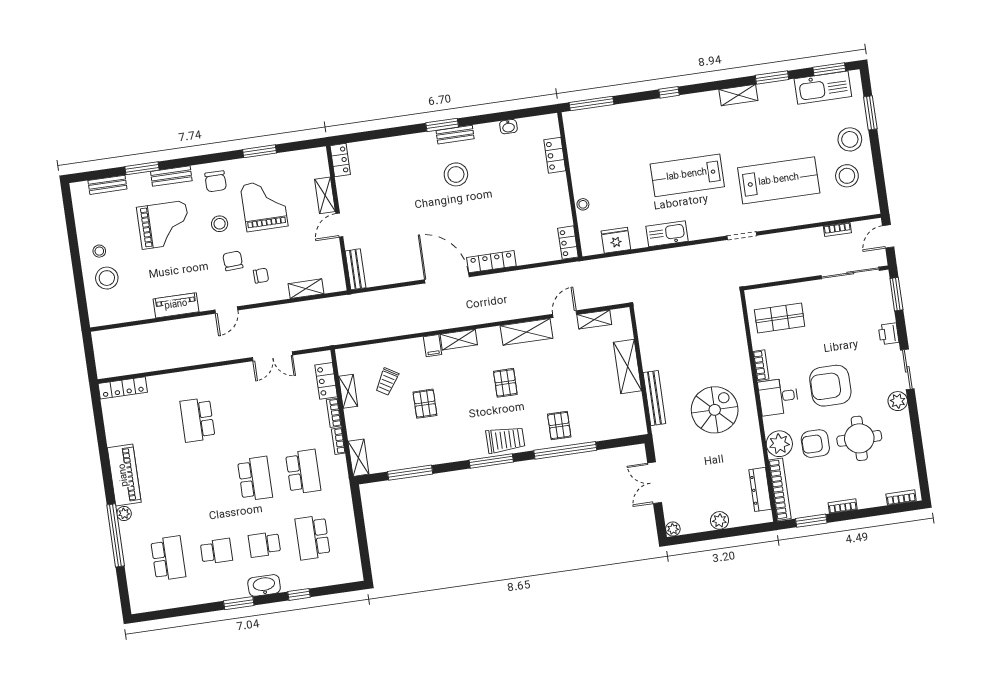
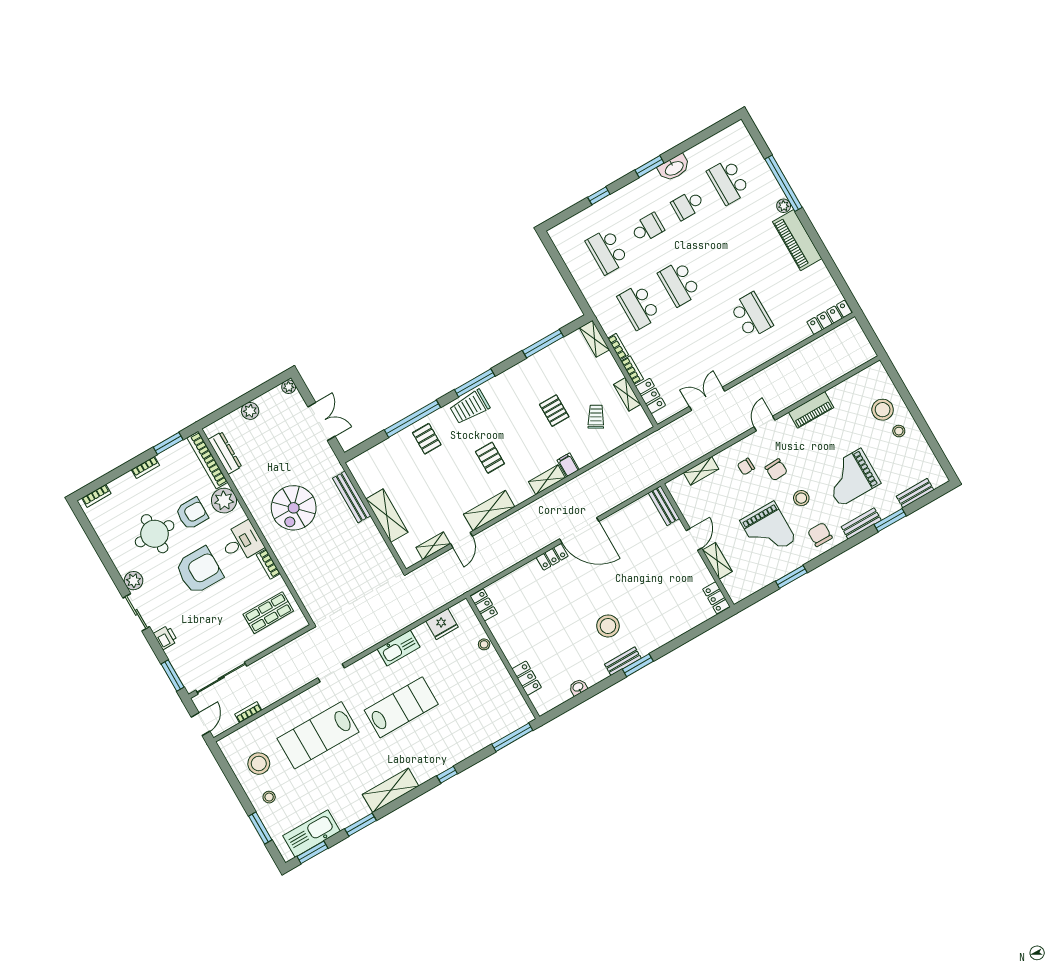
shelving: (738, 95) -> (391, 790), width x1.50, depth x1.33
stool: (850, 139) -> (269, 797), width x0.53, depth x0.53
locker: (491, 262) -> (552, 557), width x0.66
school desk: (313, 537) -> (607, 251), turned 180
washbasin: (264, 585) -> (674, 168), moved

